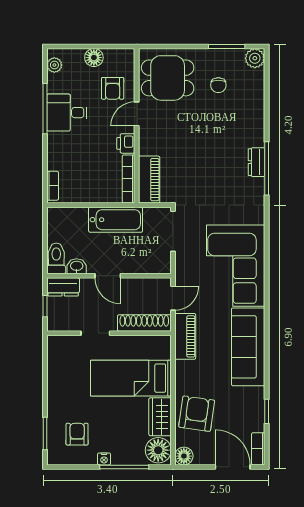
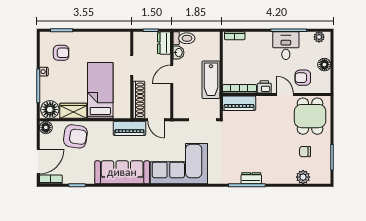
plant: (255, 58) -> (303, 177), moved

